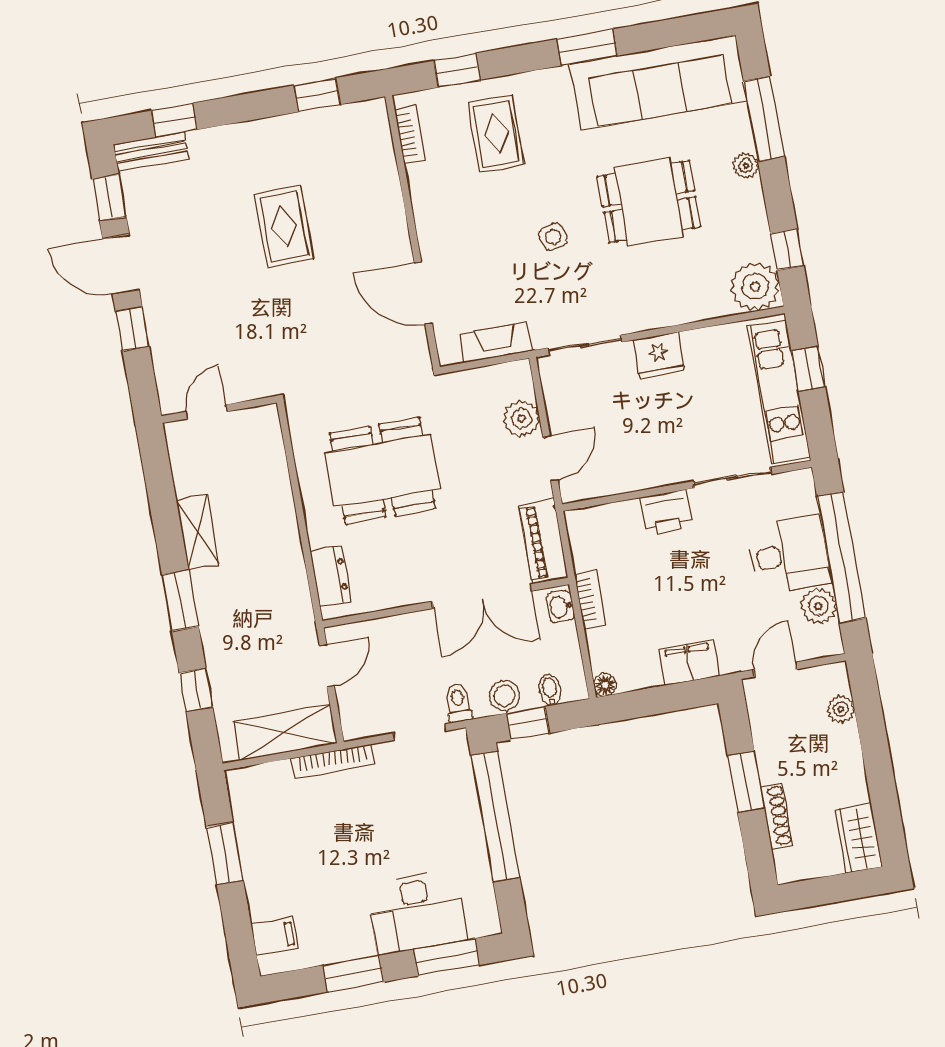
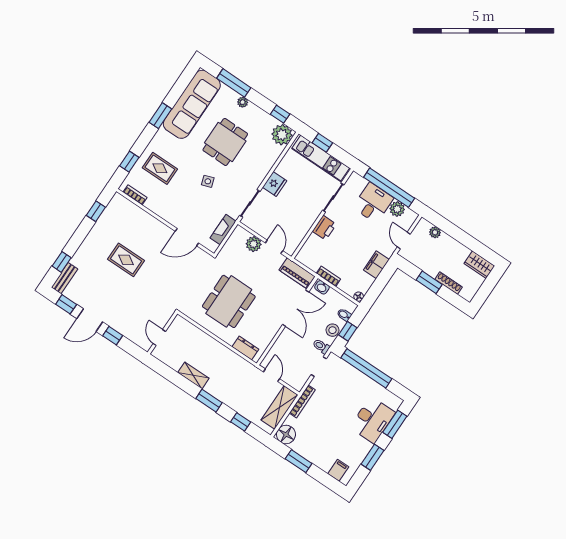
floor lamp: (249, 788) -> (286, 435), added

